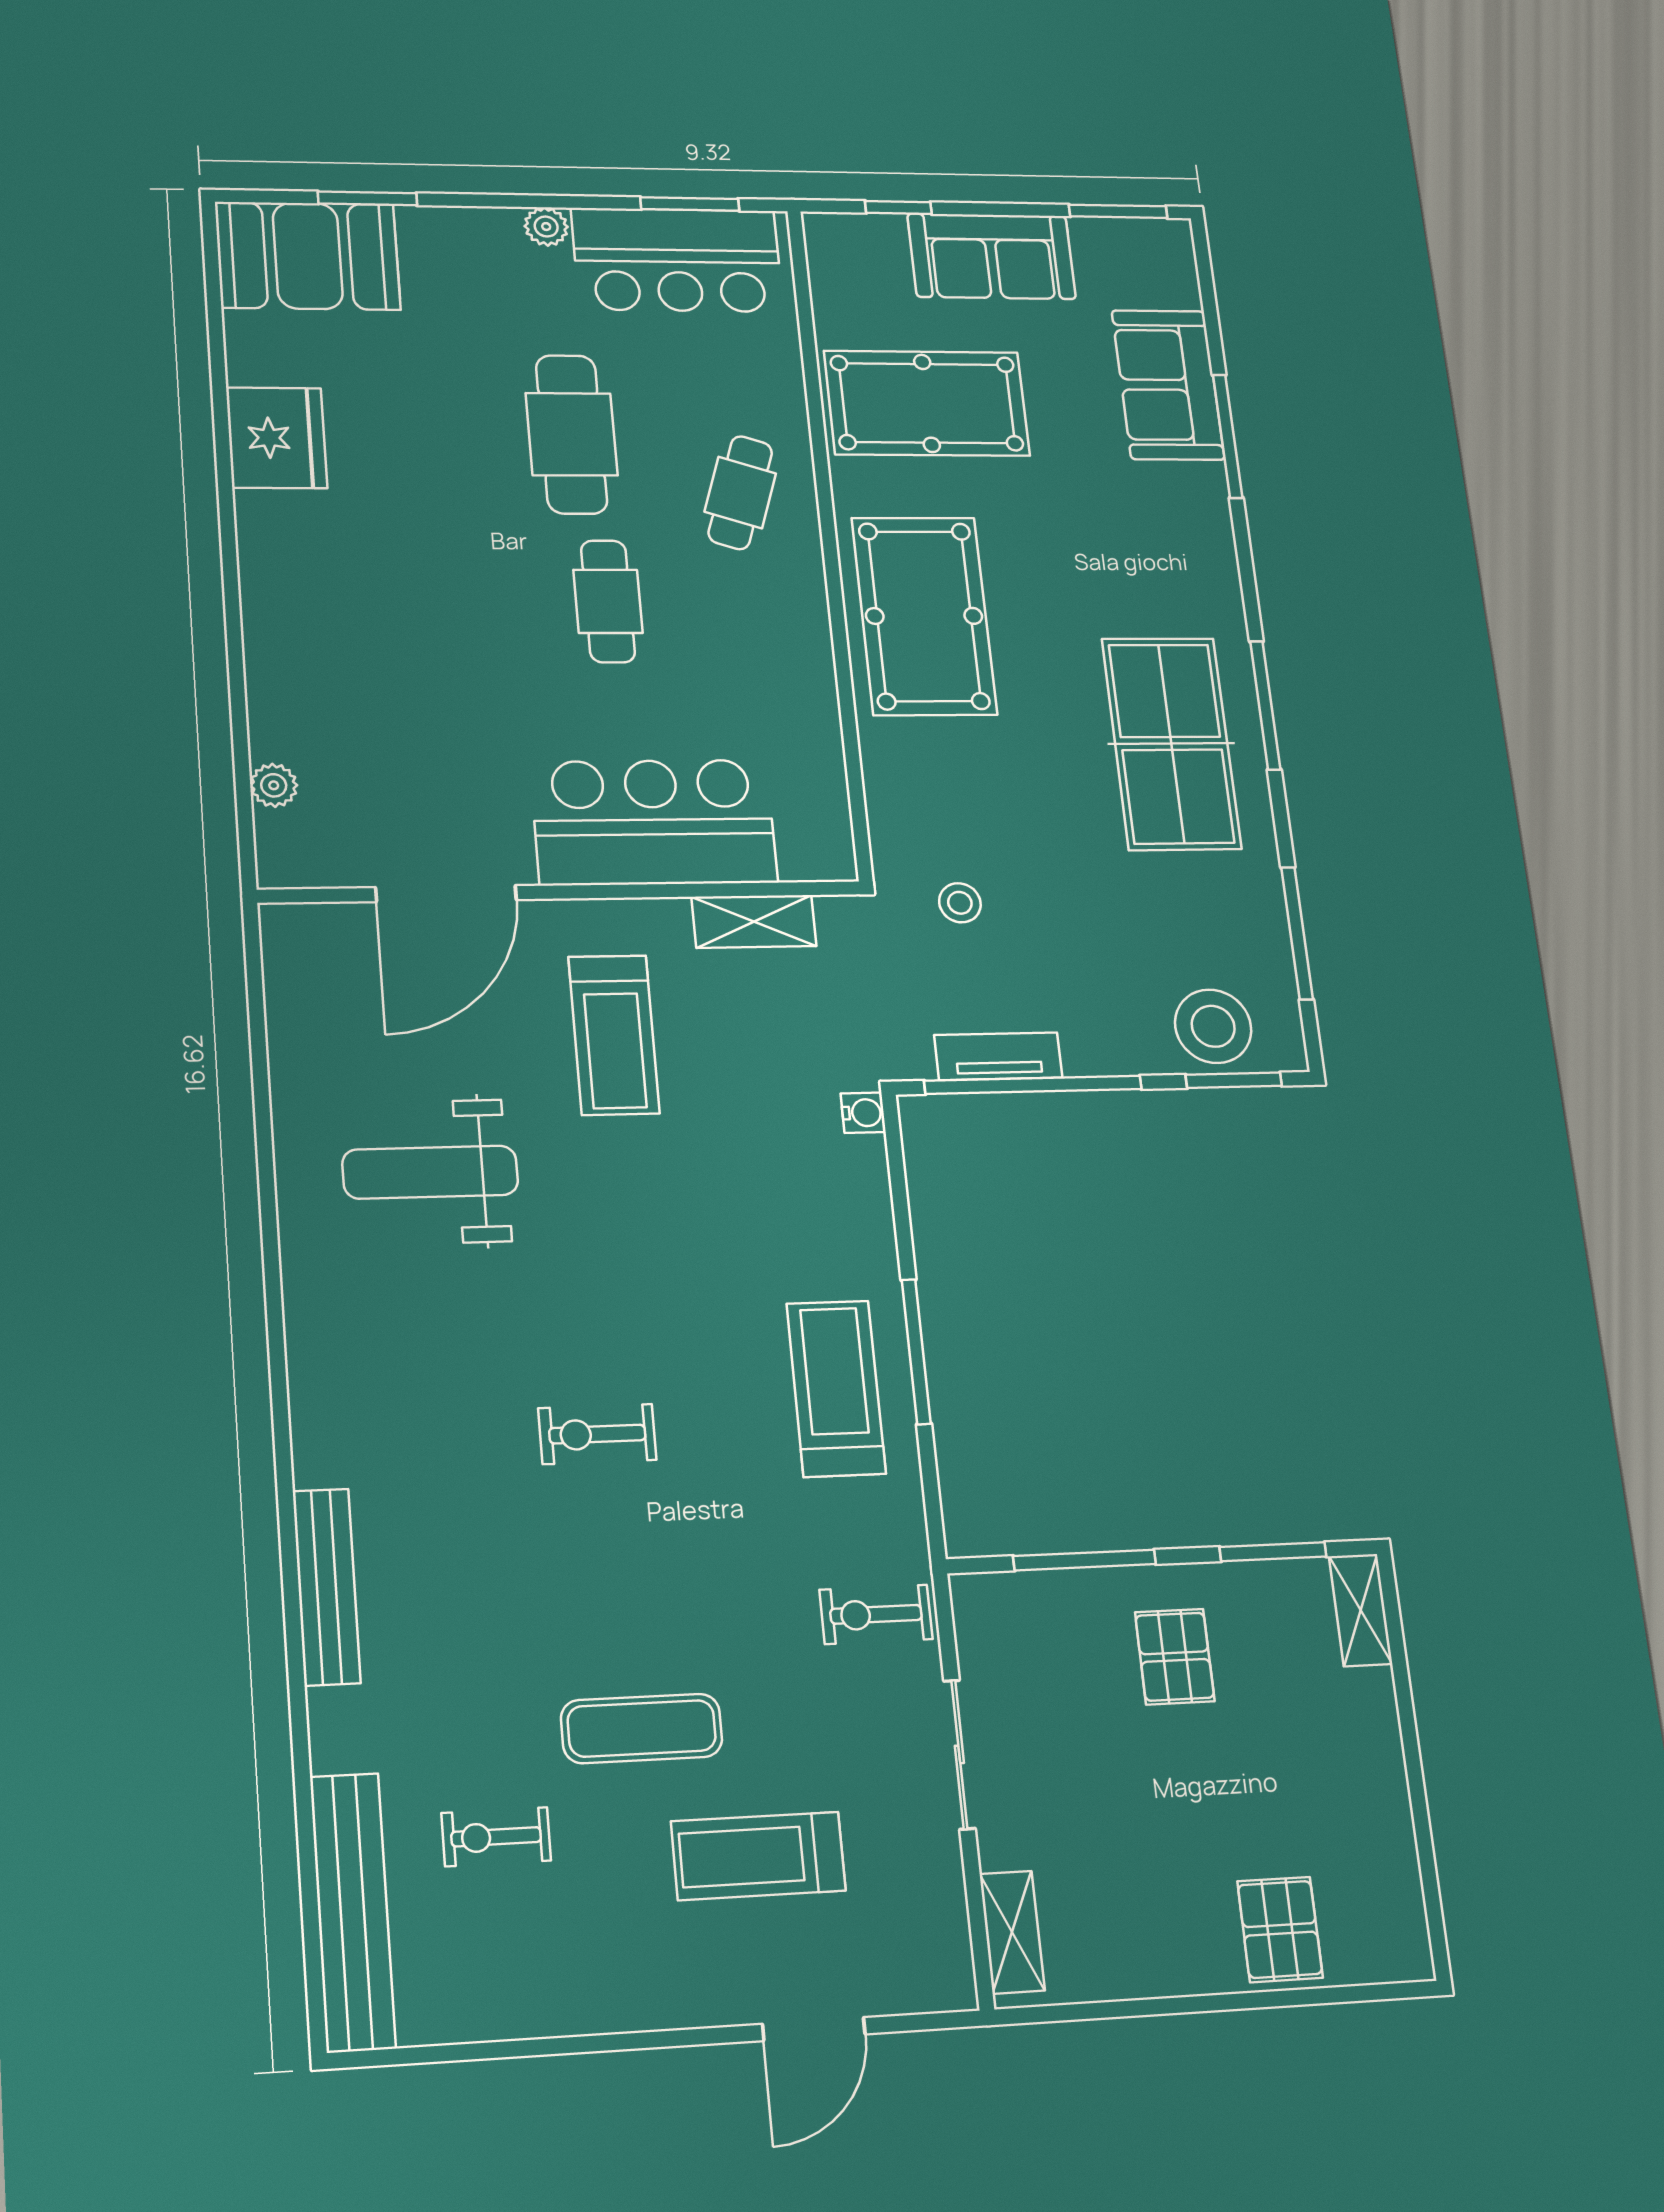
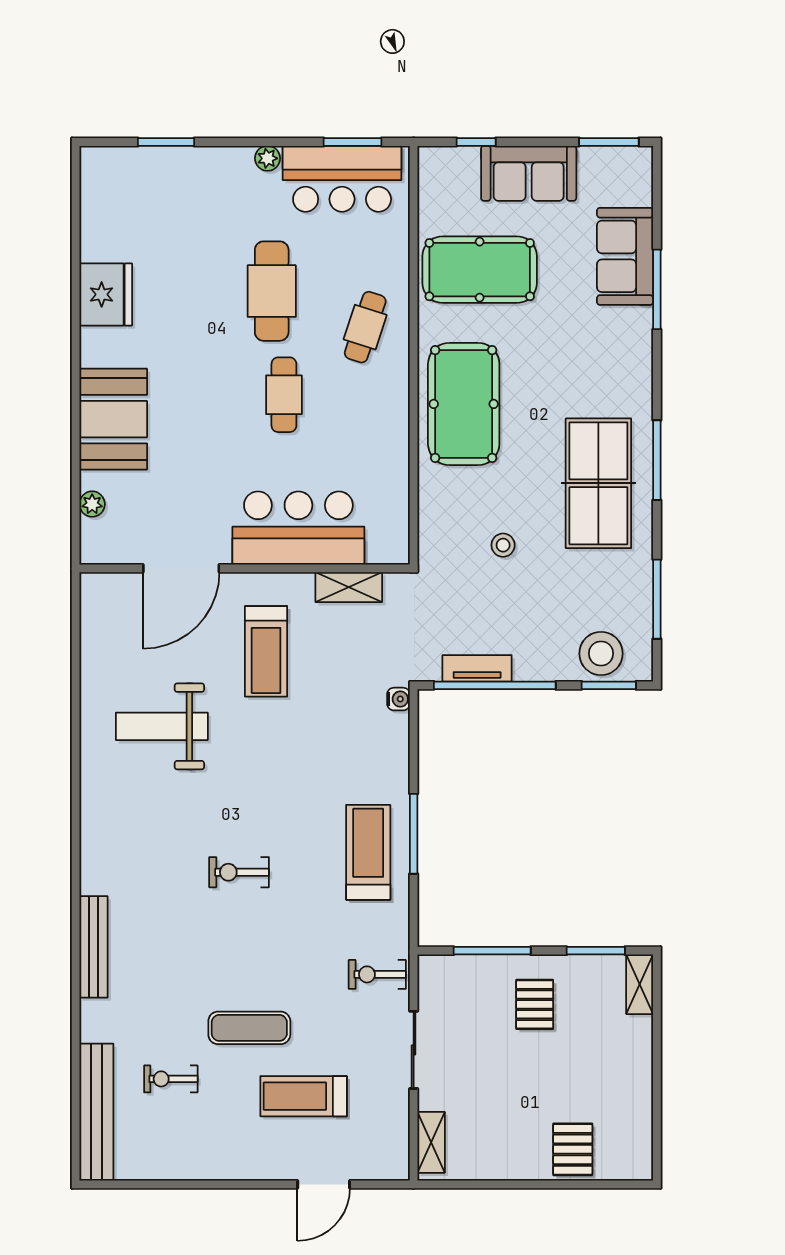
booth: (308, 256) -> (113, 419), moved, turned 90
stool: (960, 903) -> (503, 545), moved

